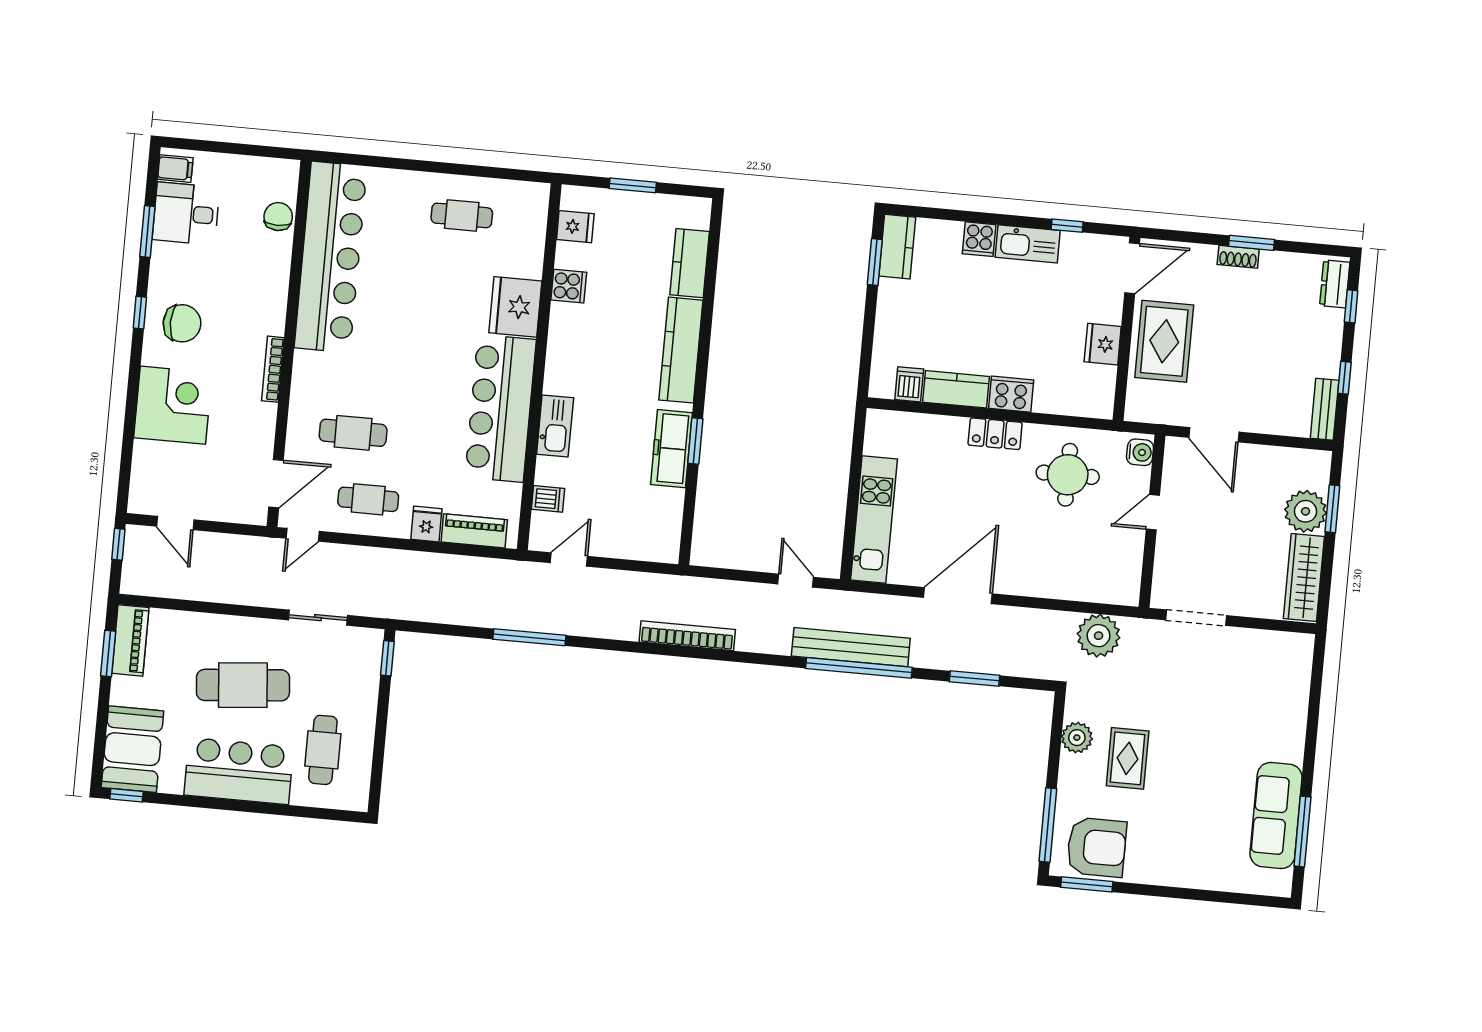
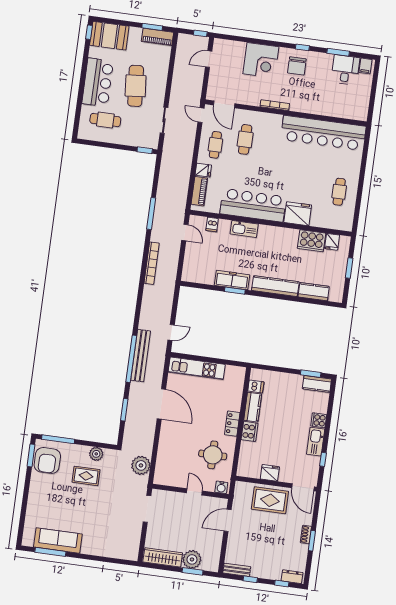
chair: (278, 217) -> (342, 110), removed
cooker: (569, 286) -> (312, 241), width x1.87, depth x1.31
bookcase: (687, 636) -> (152, 263), moved

